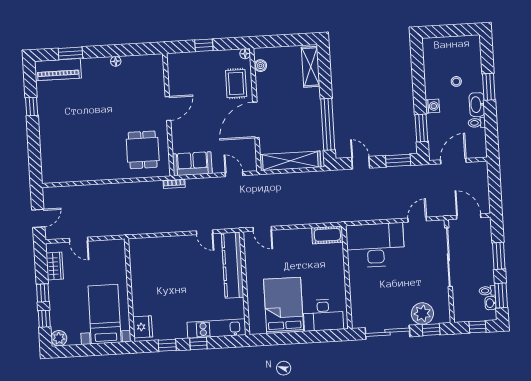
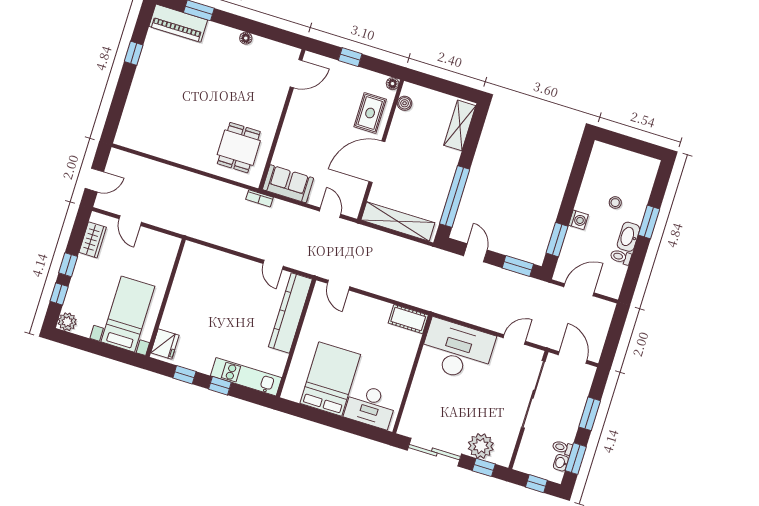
door: (168, 108) -> (296, 74), moved

